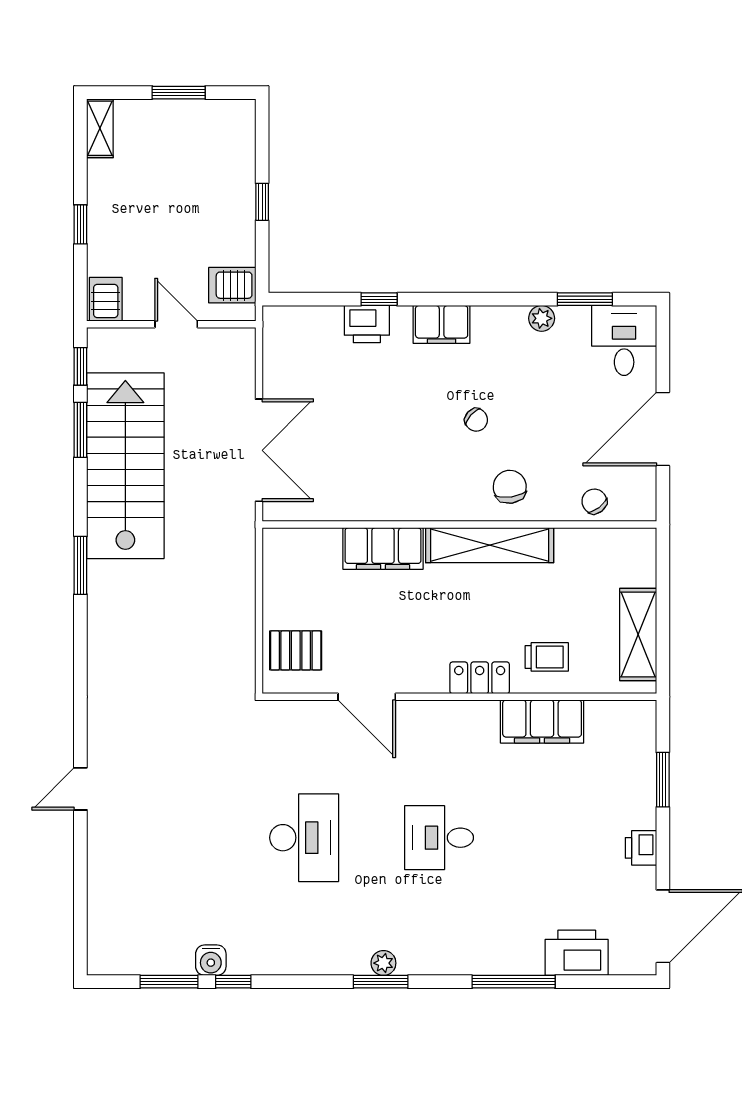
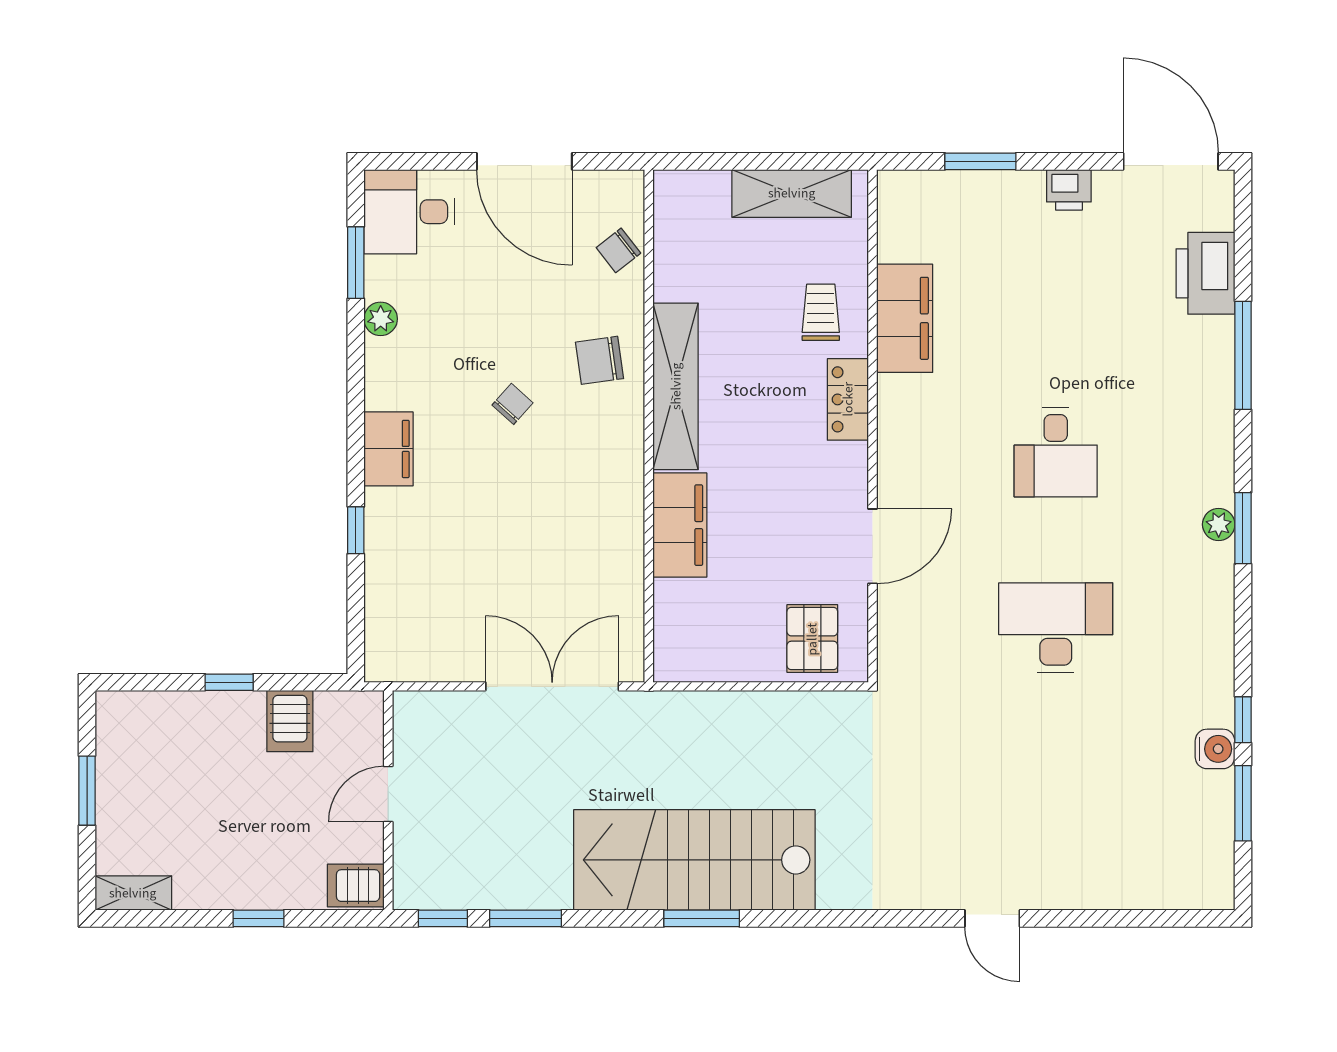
server rack: (232, 285) -> (290, 721), moved
printer: (367, 324) -> (388, 546), removed
stairs: (125, 466) -> (694, 860), moved

